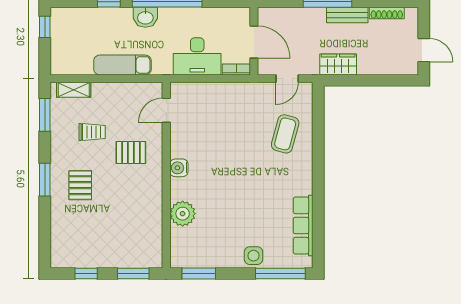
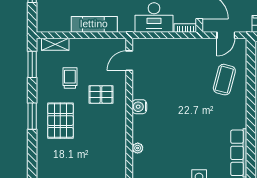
trolley: (92, 132) -> (70, 78), turned -90
pallet: (80, 185) -> (60, 121), width x1.50, depth x1.42
plant: (183, 214) -> (138, 148), width x0.53, depth x0.53

